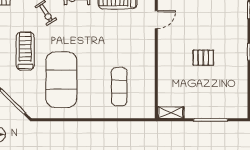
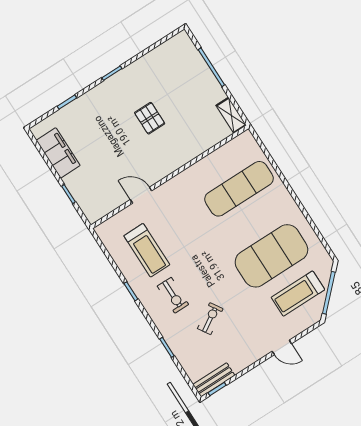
treadmill: (25, 51) -> (298, 294), moved
exercise mat: (119, 87) -> (239, 189), width x1.36, depth x1.45

